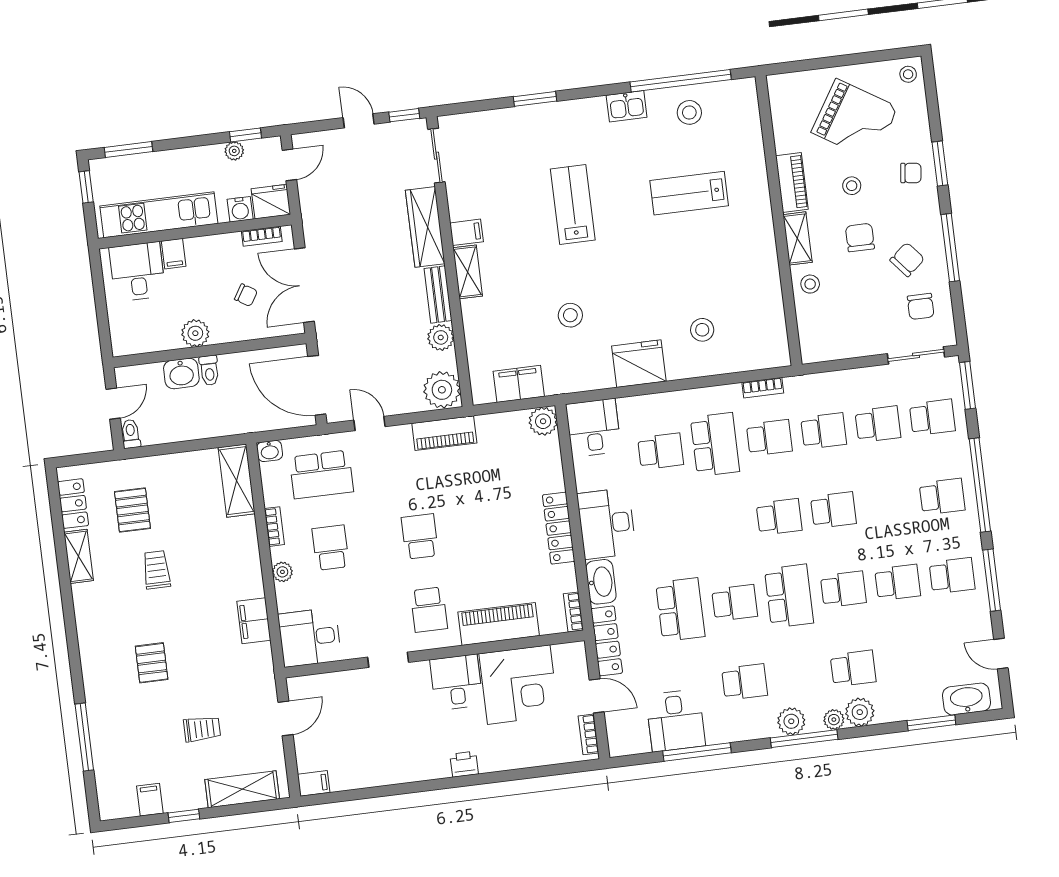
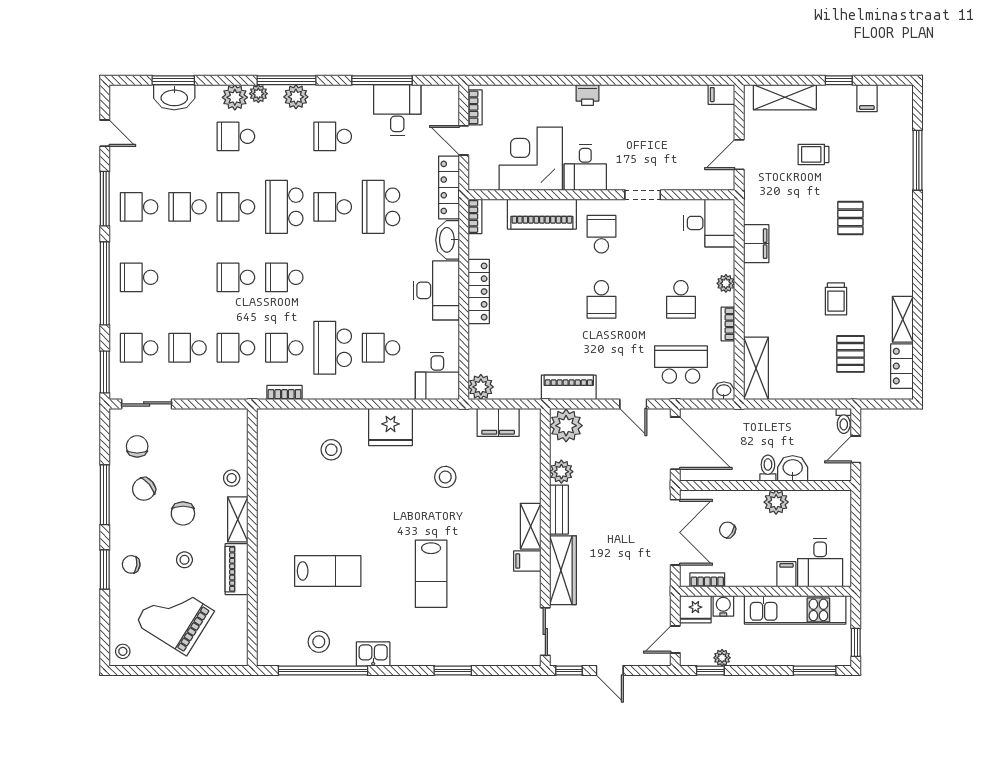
washbasin: (967, 699) -> (174, 97), moved

